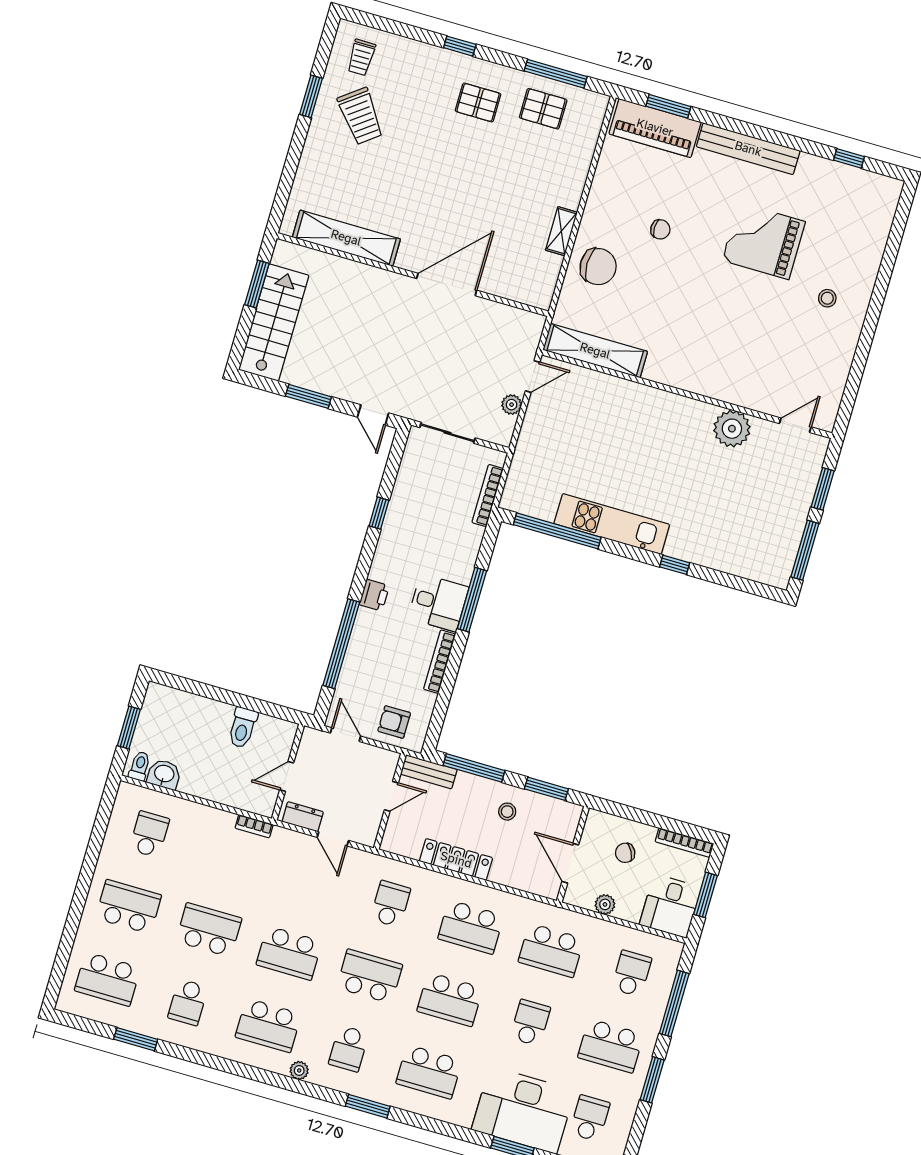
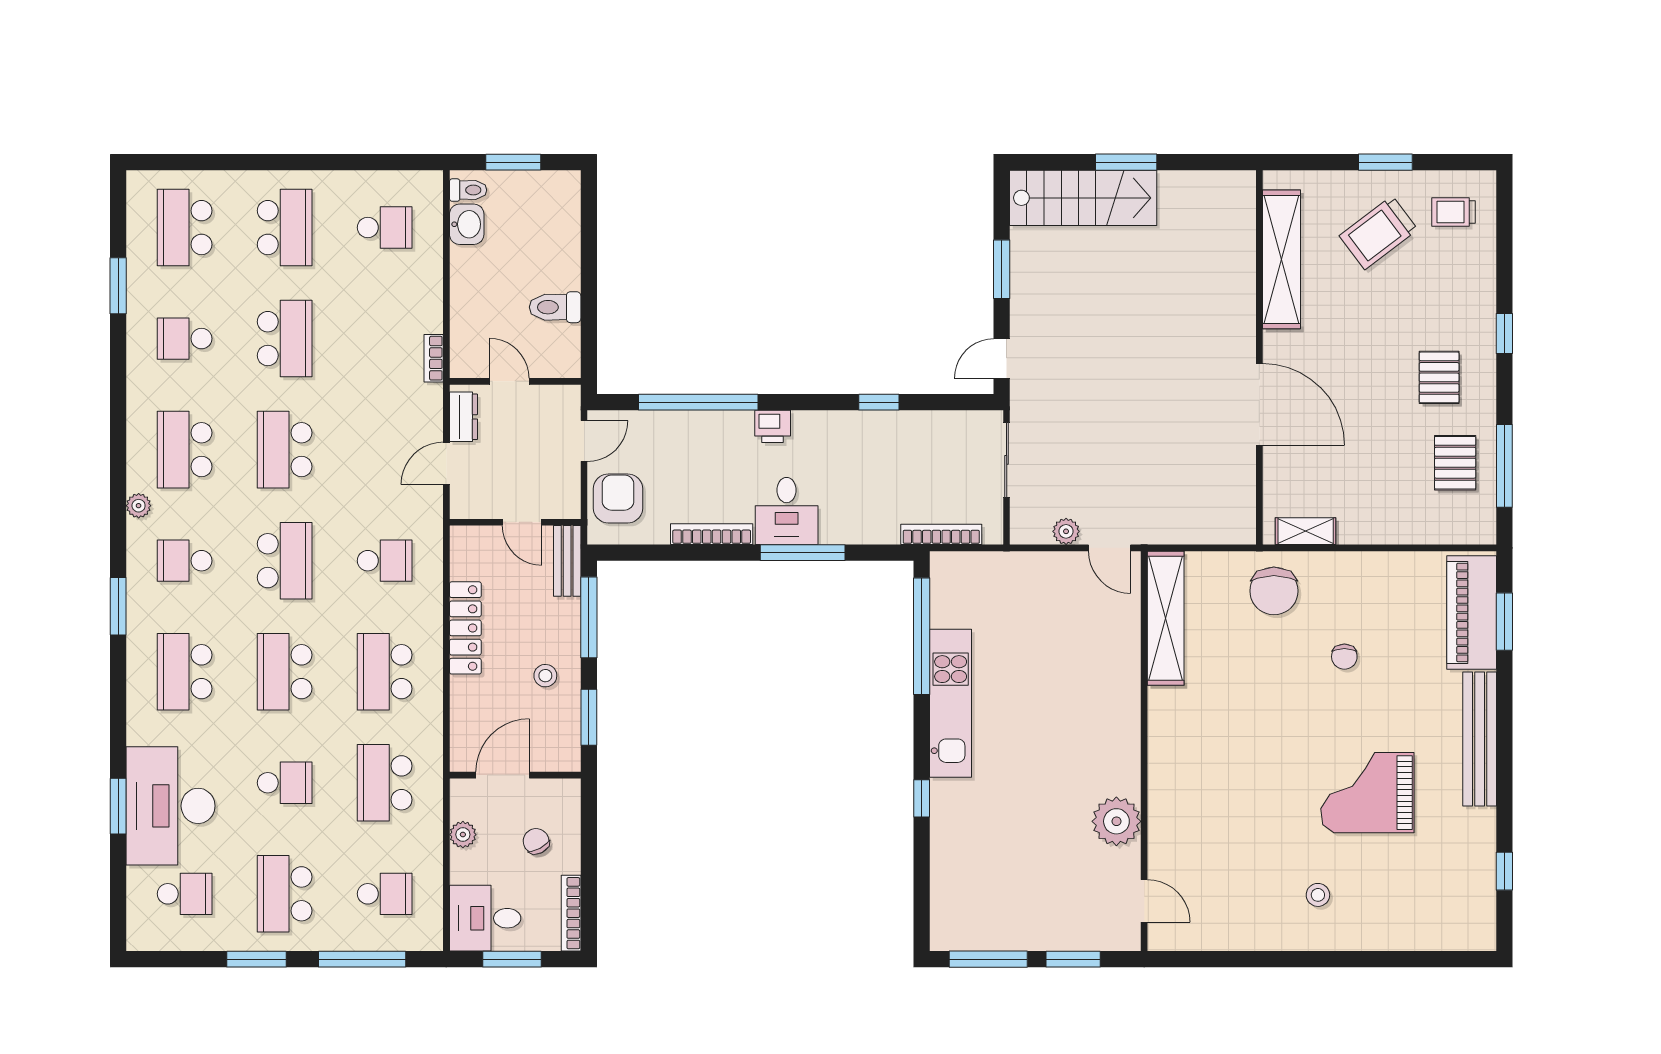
shelving: (346, 238) -> (1282, 259), moved
grand piano: (764, 241) -> (1367, 793), turned -90
wall: (413, 275) -> (1259, 357), moved
door: (447, 284) -> (1259, 404), moved
armchair: (394, 722) -> (618, 498), width x1.38, depth x1.38

